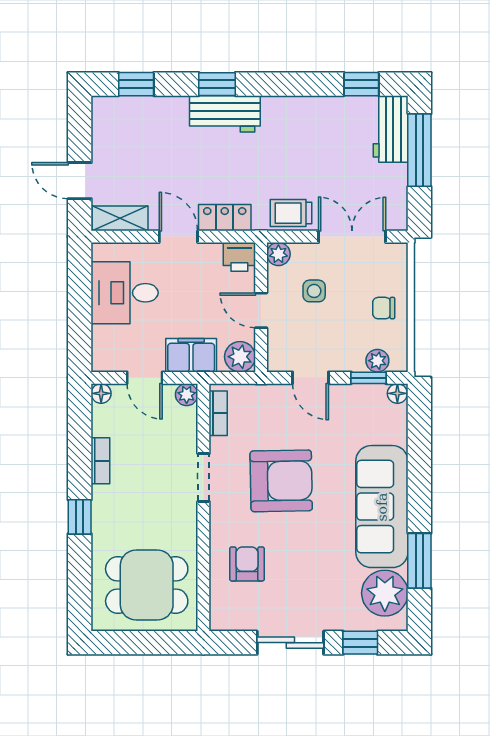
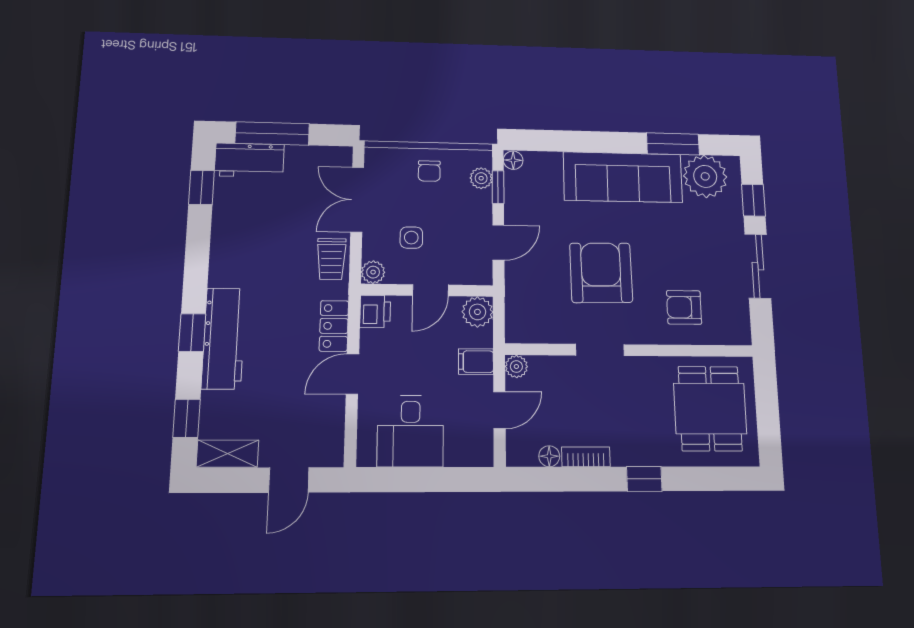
workbench: (225, 114) -> (224, 338), width x1.38
shelving: (120, 218) -> (227, 454), moved, turned 90
filing cabinet: (191, 355) -> (476, 362), width x0.50
floor lamp: (101, 393) -> (549, 456), moved
bookcase: (218, 413) -> (535, 335), removed

